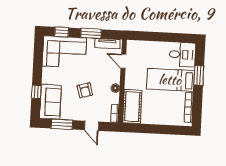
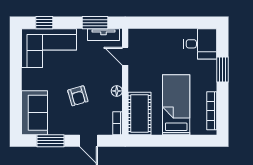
window: (91, 33) -> (95, 23), moved
bed: (170, 80) -> (176, 105), moved, turned 90
window: (36, 92) -> (16, 101), removed

